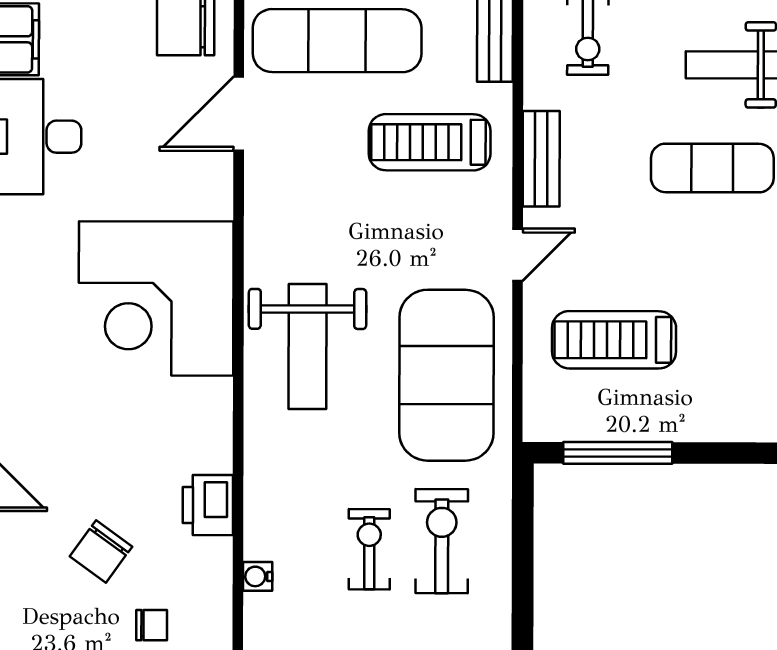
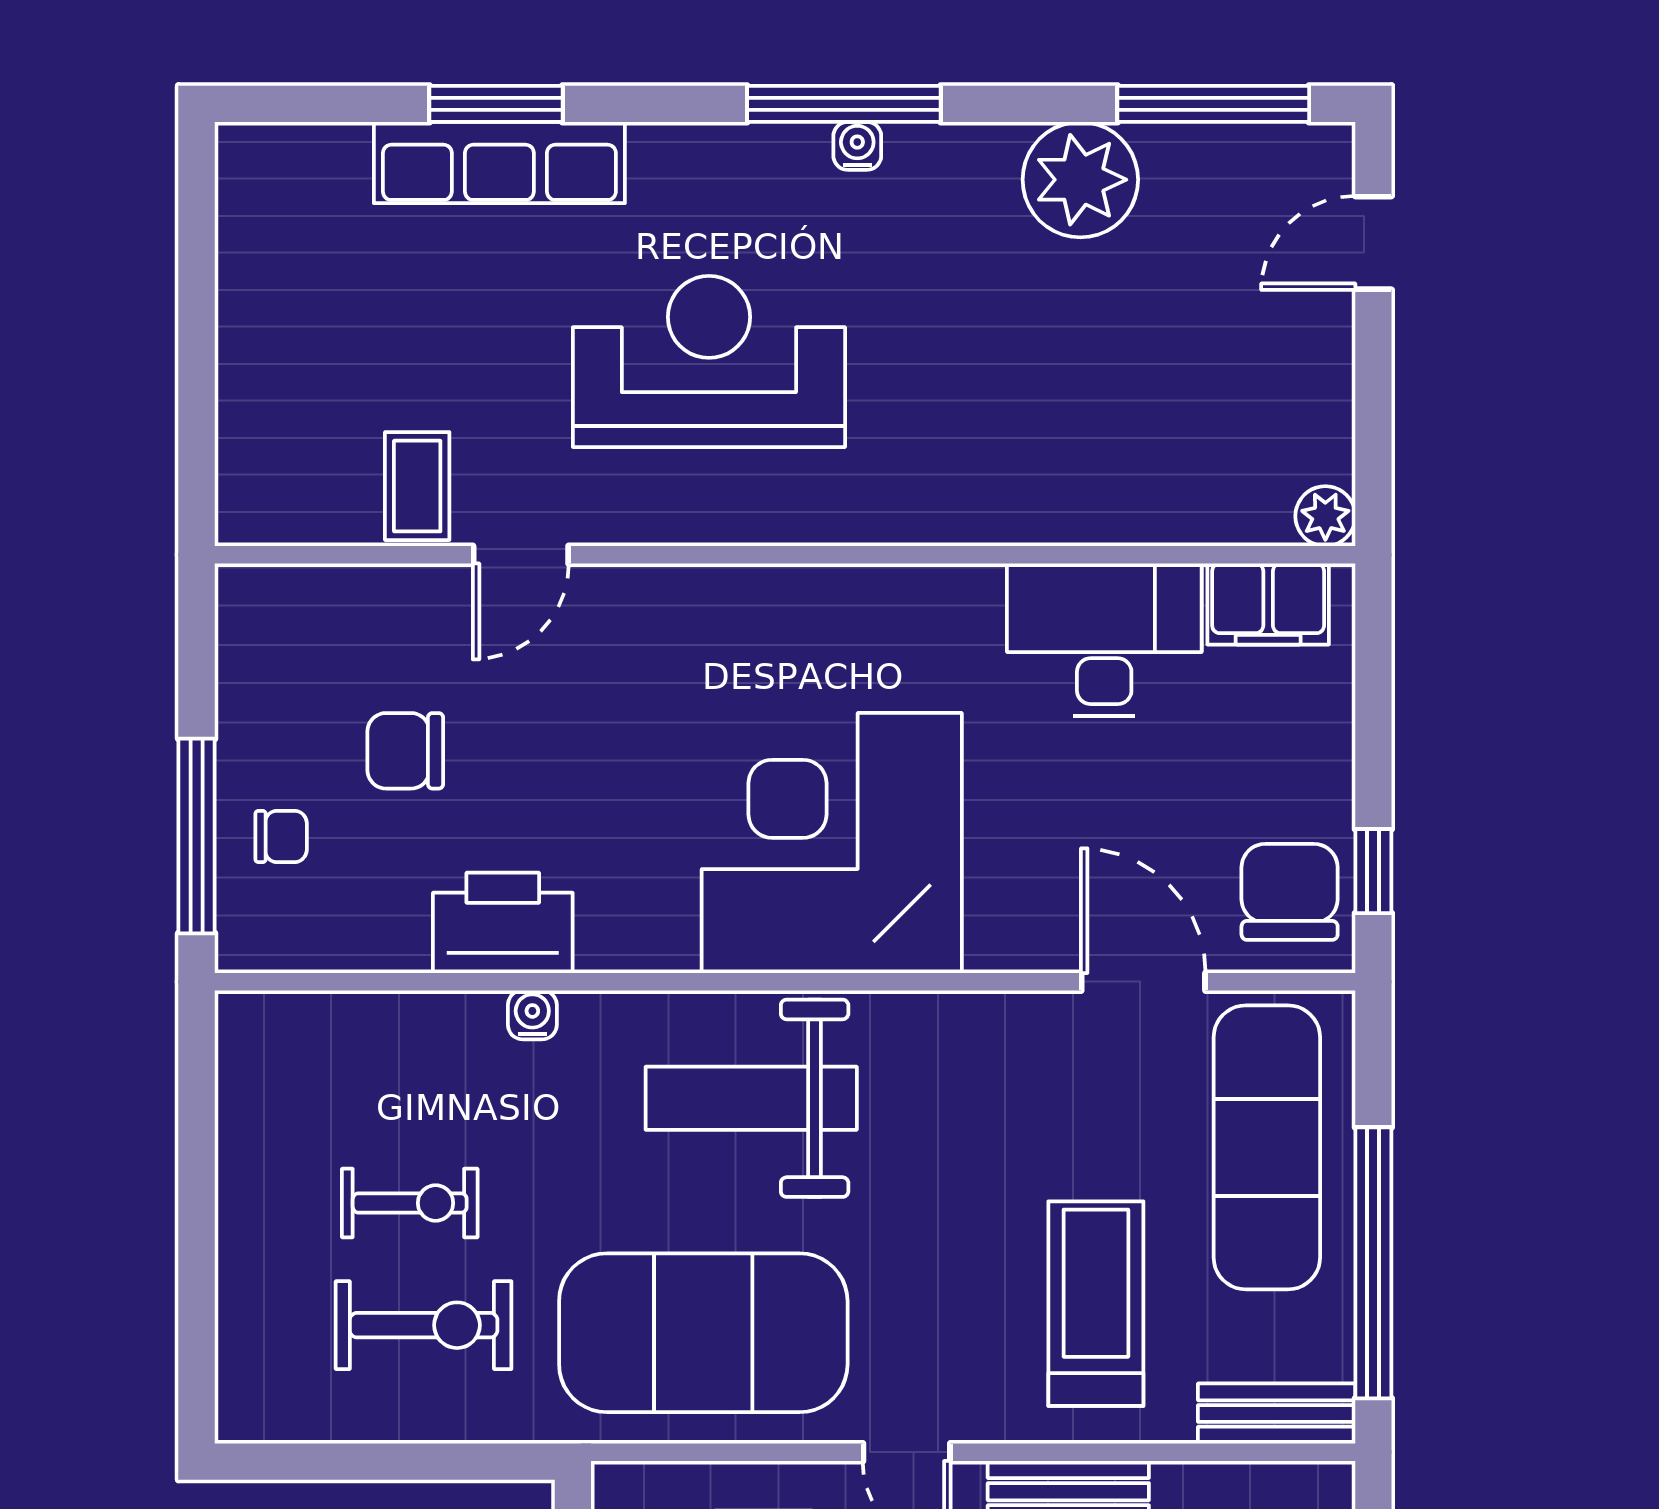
printer: (208, 505) -> (503, 923), width x1.37, depth x1.19
chair: (101, 551) -> (405, 751), turned -36
water cooler: (258, 576) -> (532, 1015), moved
chair: (152, 625) -> (281, 836), turned -90

